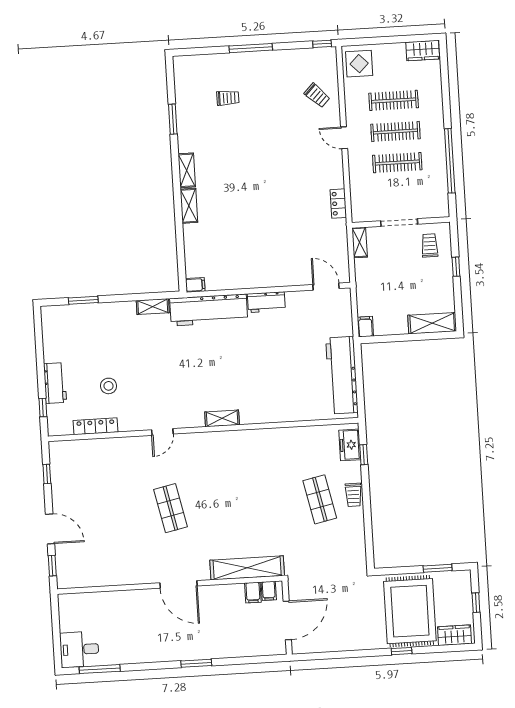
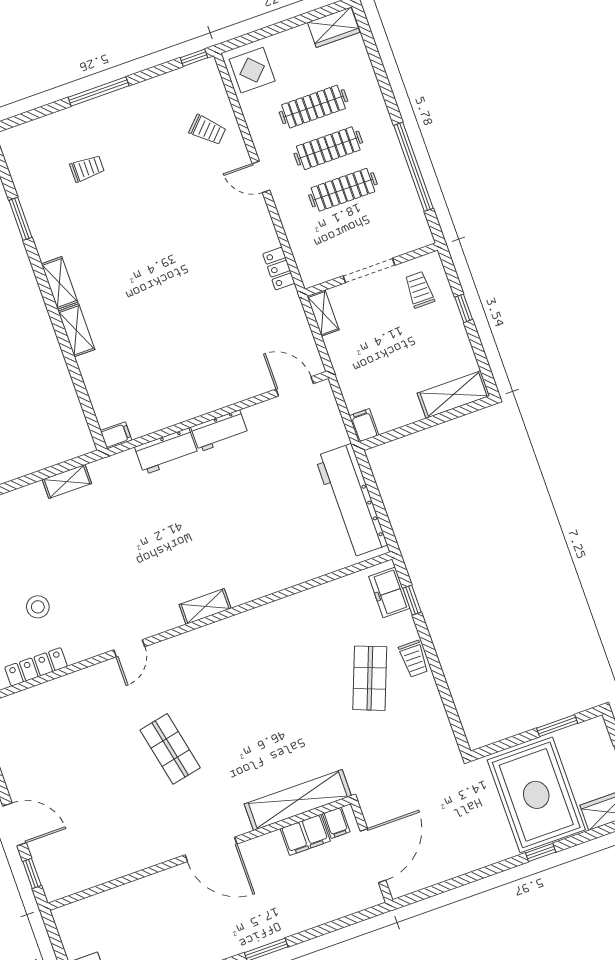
workbench: (209, 310) -> (166, 451), width x0.53, depth x0.76
shop shelf: (320, 499) -> (370, 678), turned 33
filing cabinet: (253, 593) -> (305, 835), width x2.00

